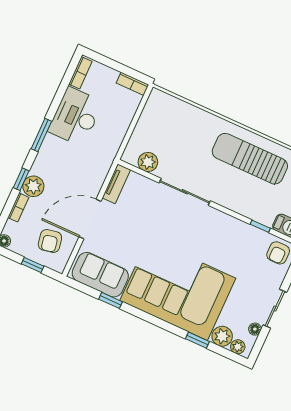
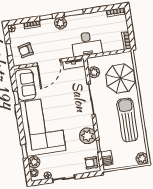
desk: (75, 117) -> (87, 44), moved, turned 180
parasol: (182, 129) -> (120, 78), added
plant: (33, 186) -> (61, 23), moved
door: (90, 219) -> (49, 62), swing flipped
plant: (235, 232) -> (88, 136), added

